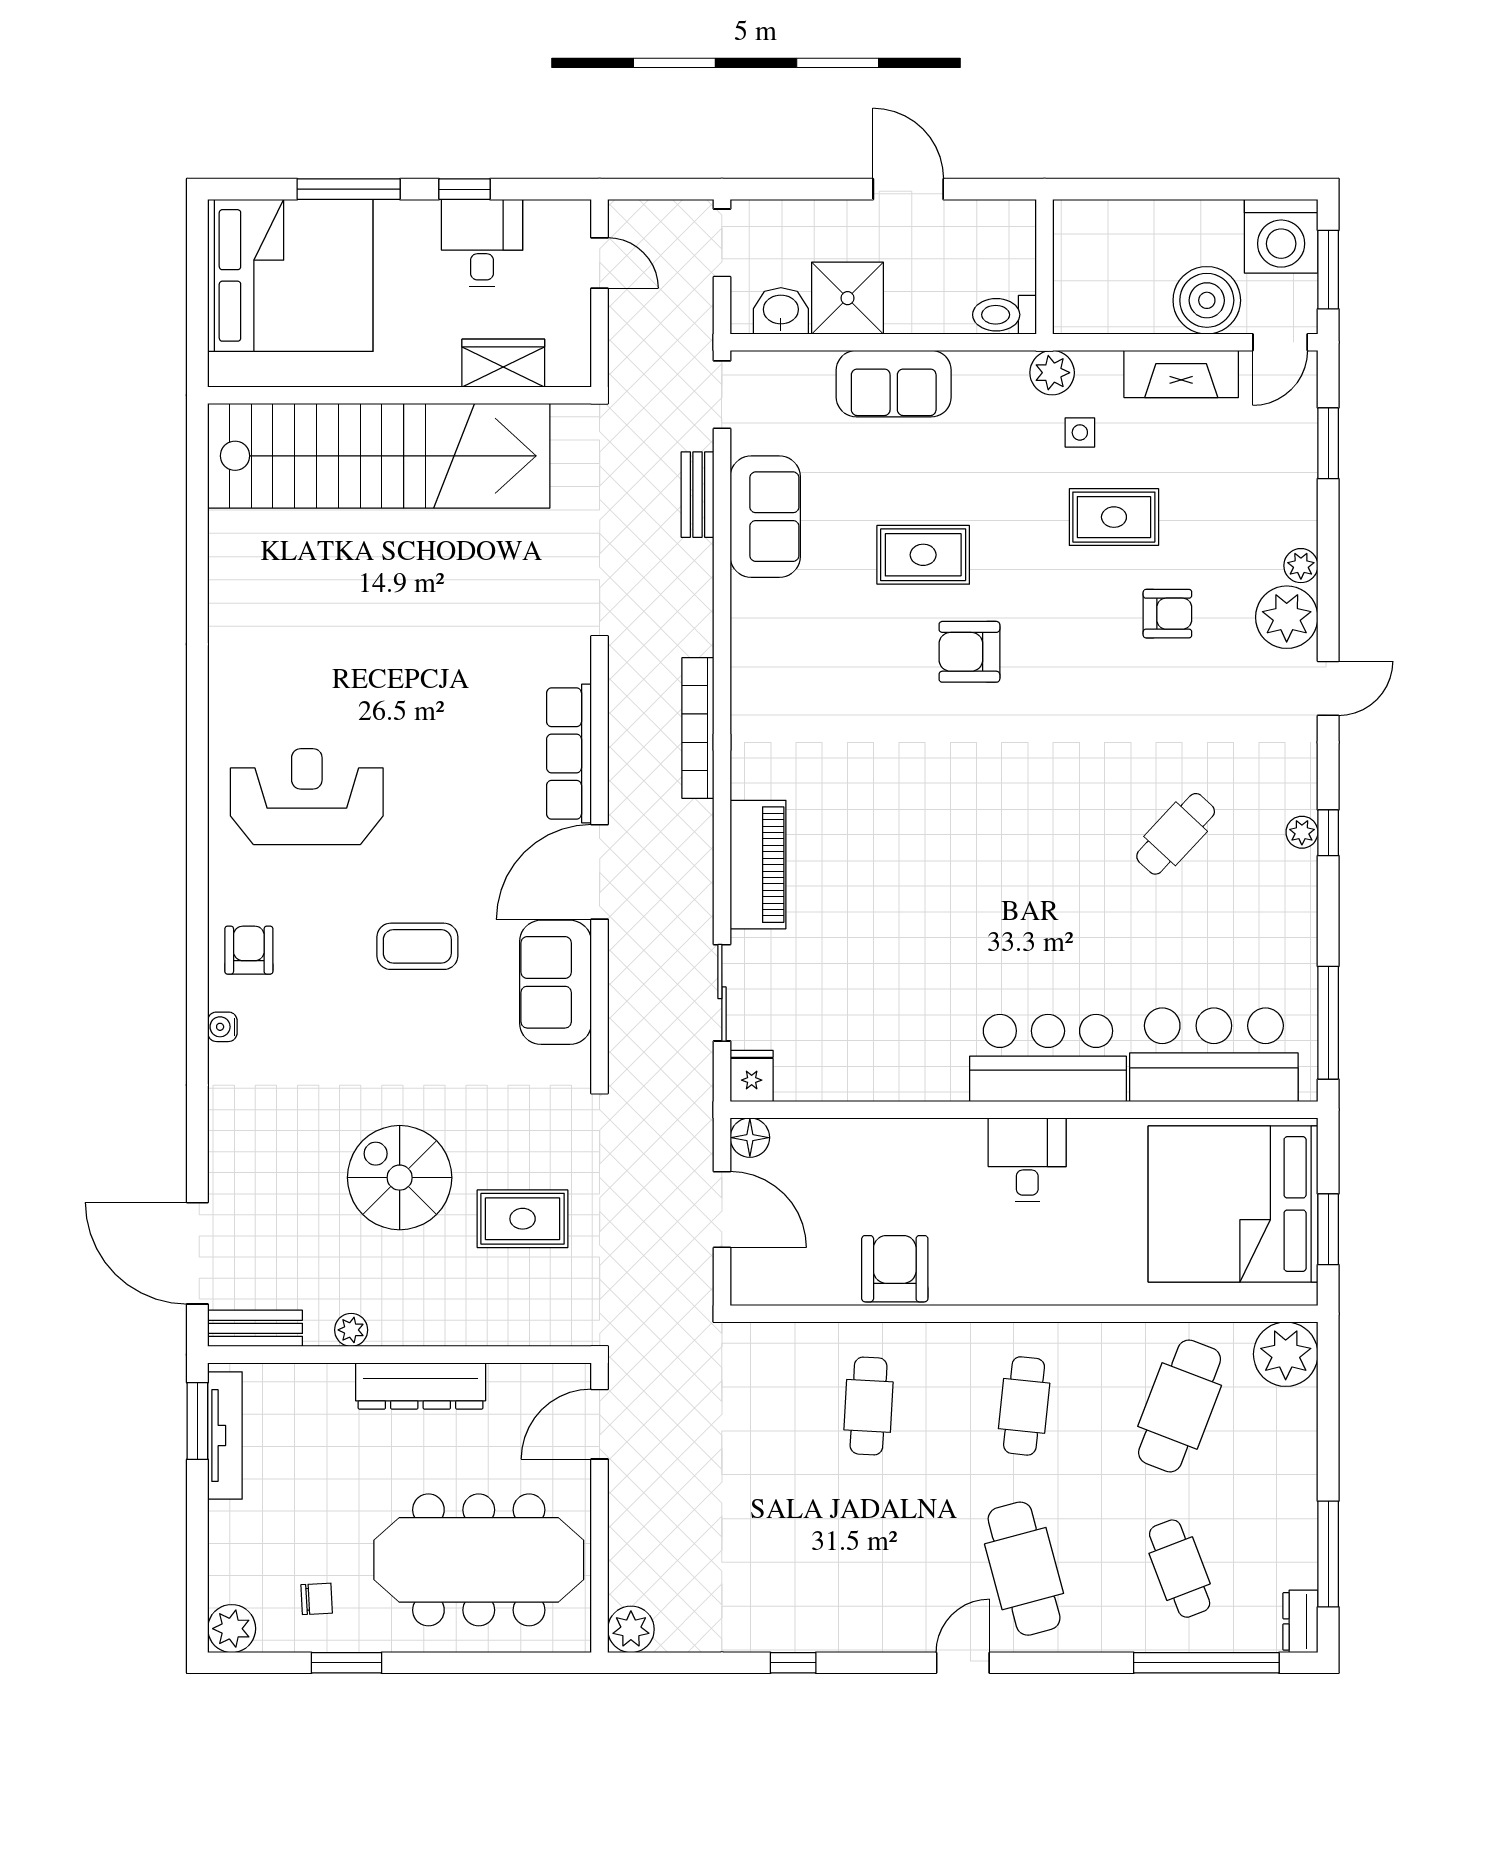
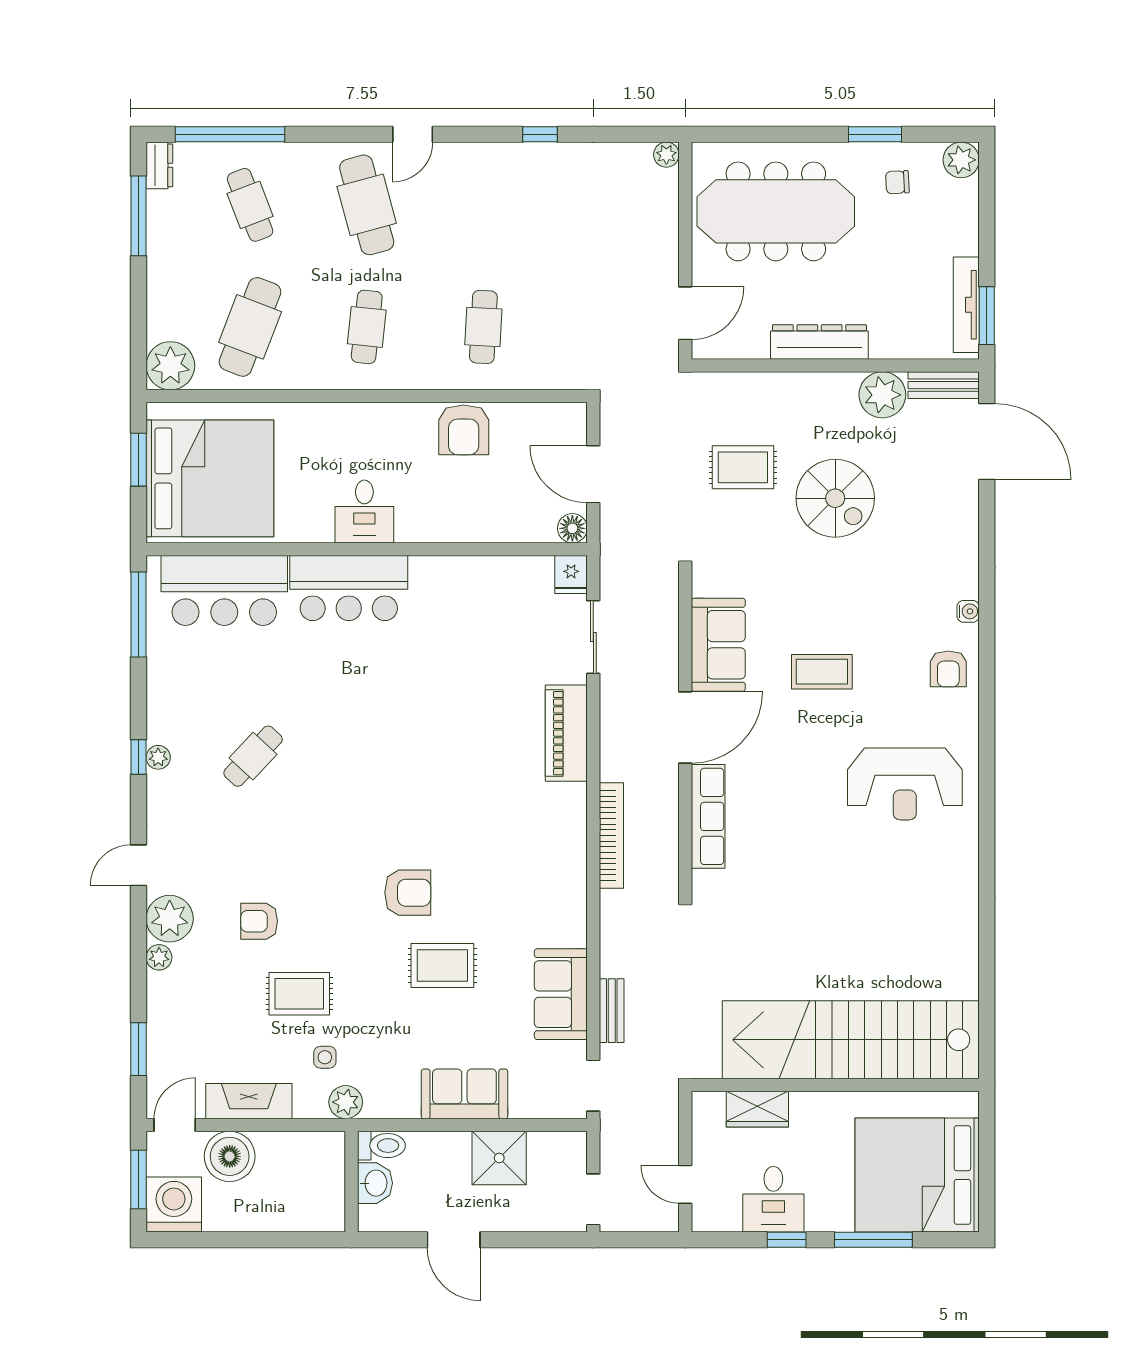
washbasin: (781, 311) -> (375, 1183), moved, turned -90
plant: (351, 1330) -> (882, 395), width x1.87, depth x1.87
plant: (631, 1629) -> (666, 155), width x0.73, depth x0.73

